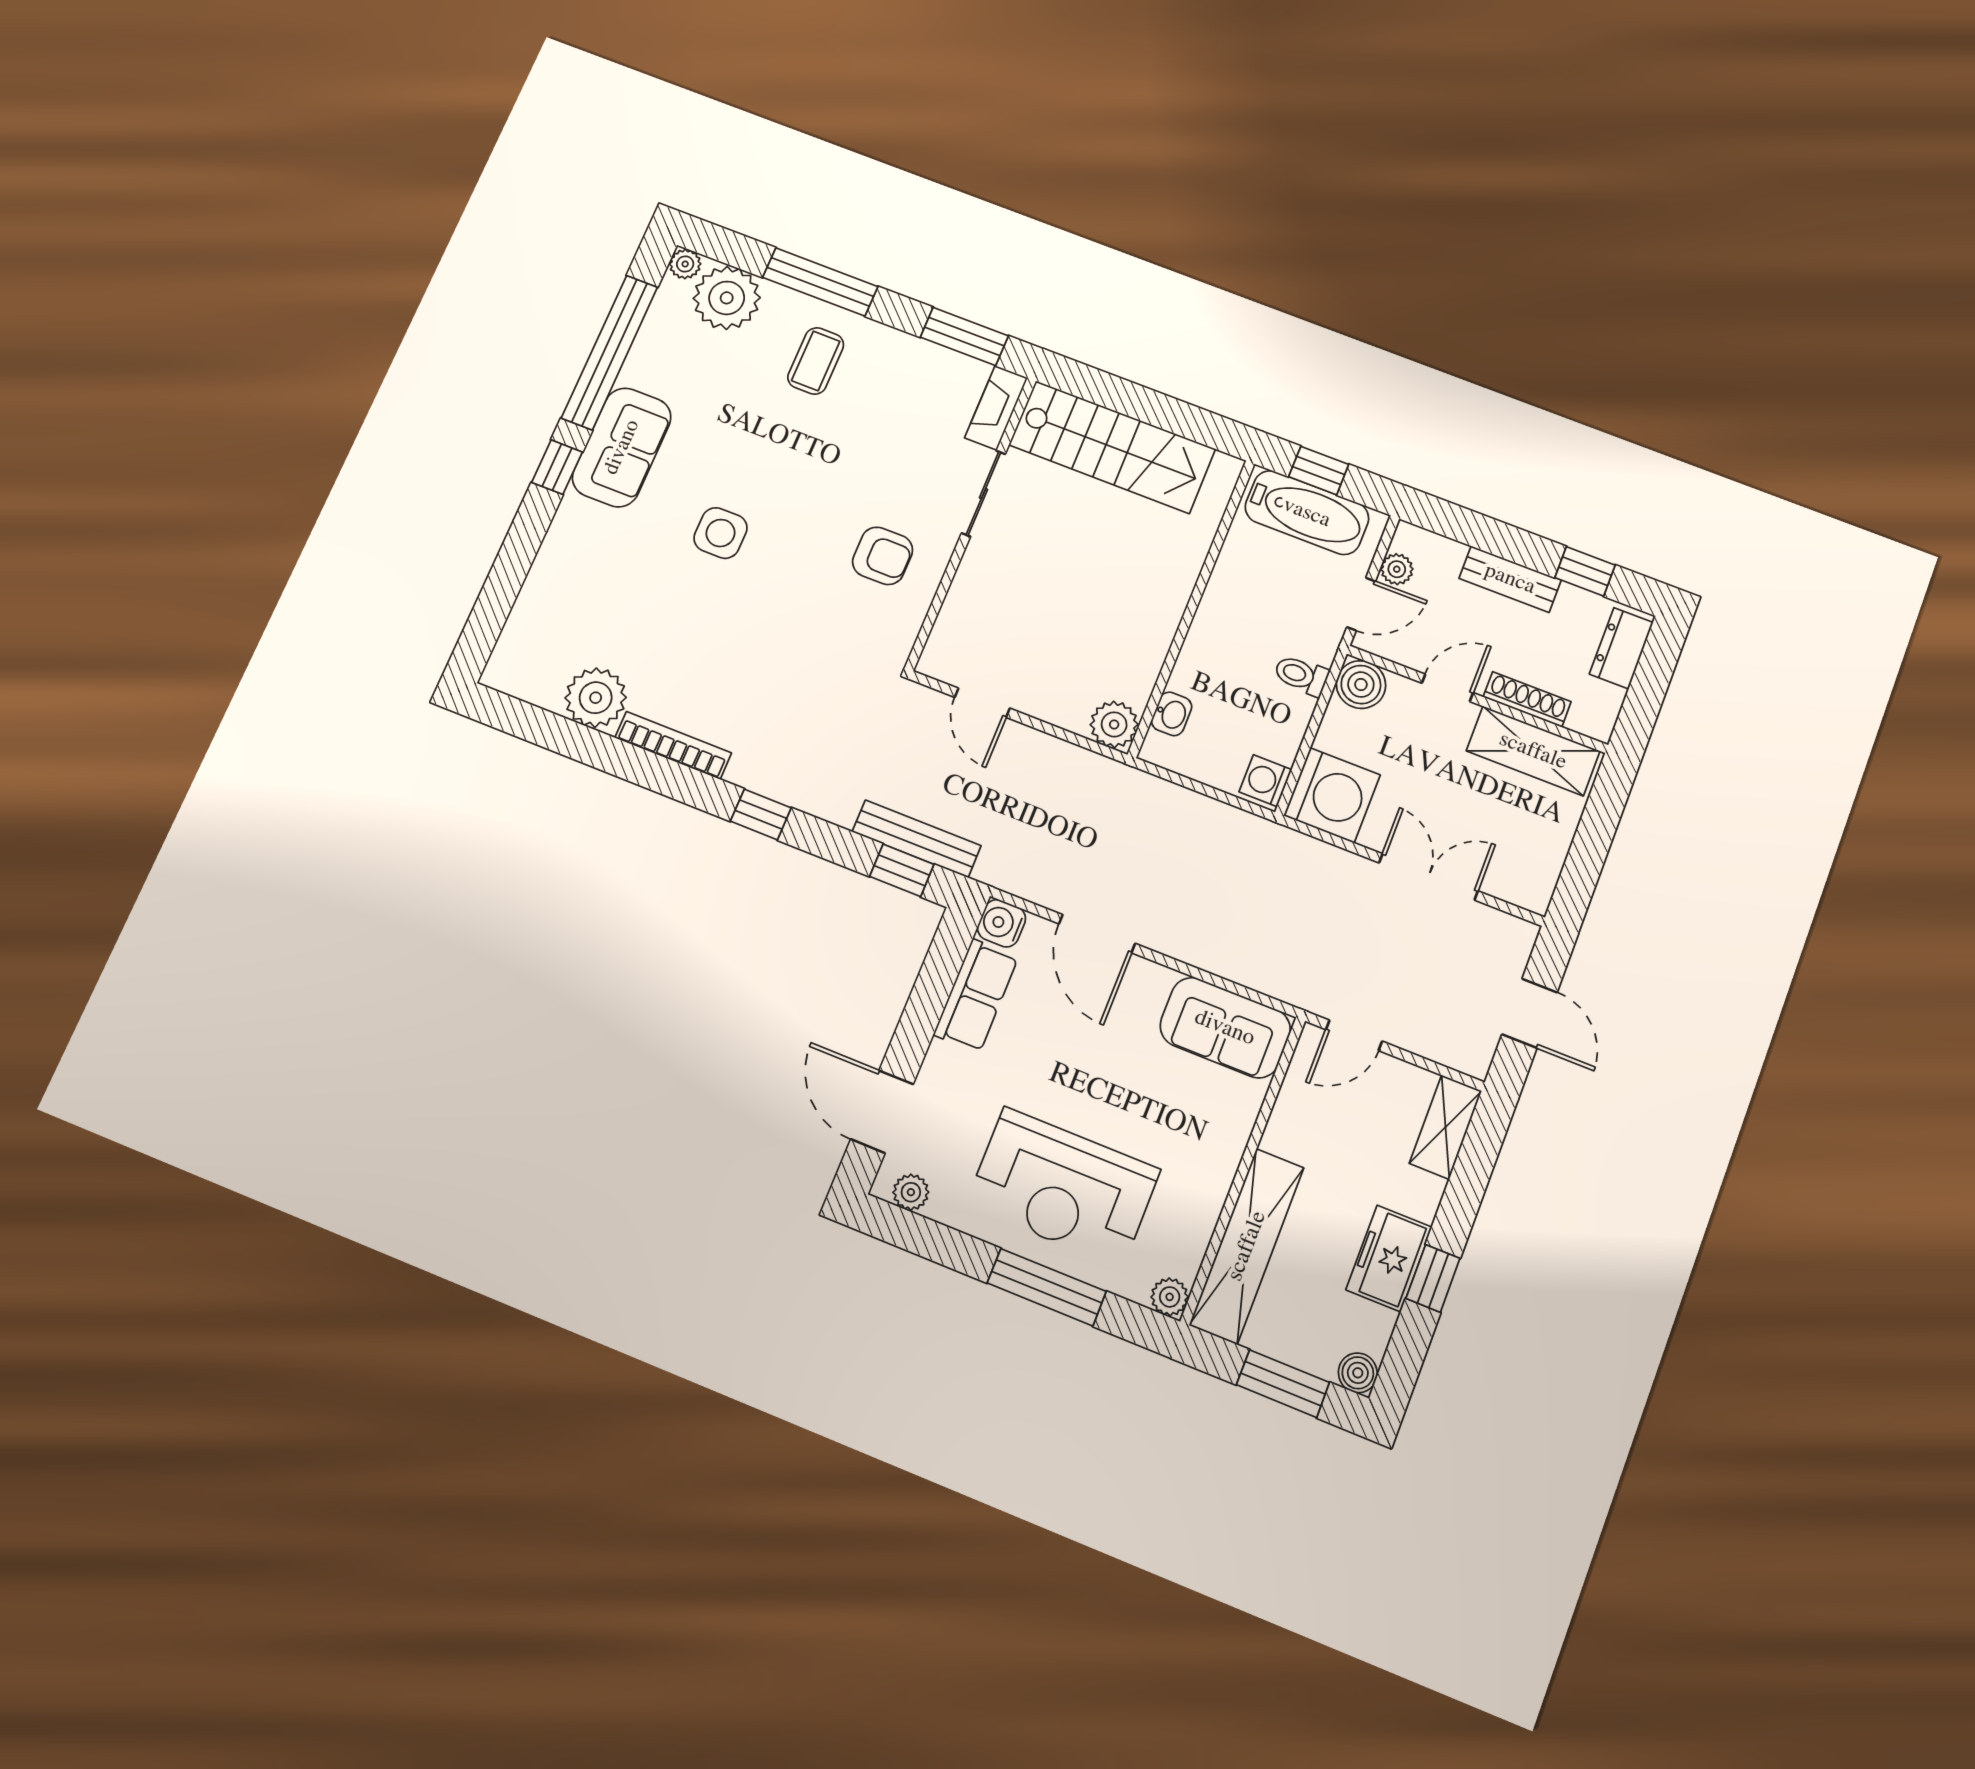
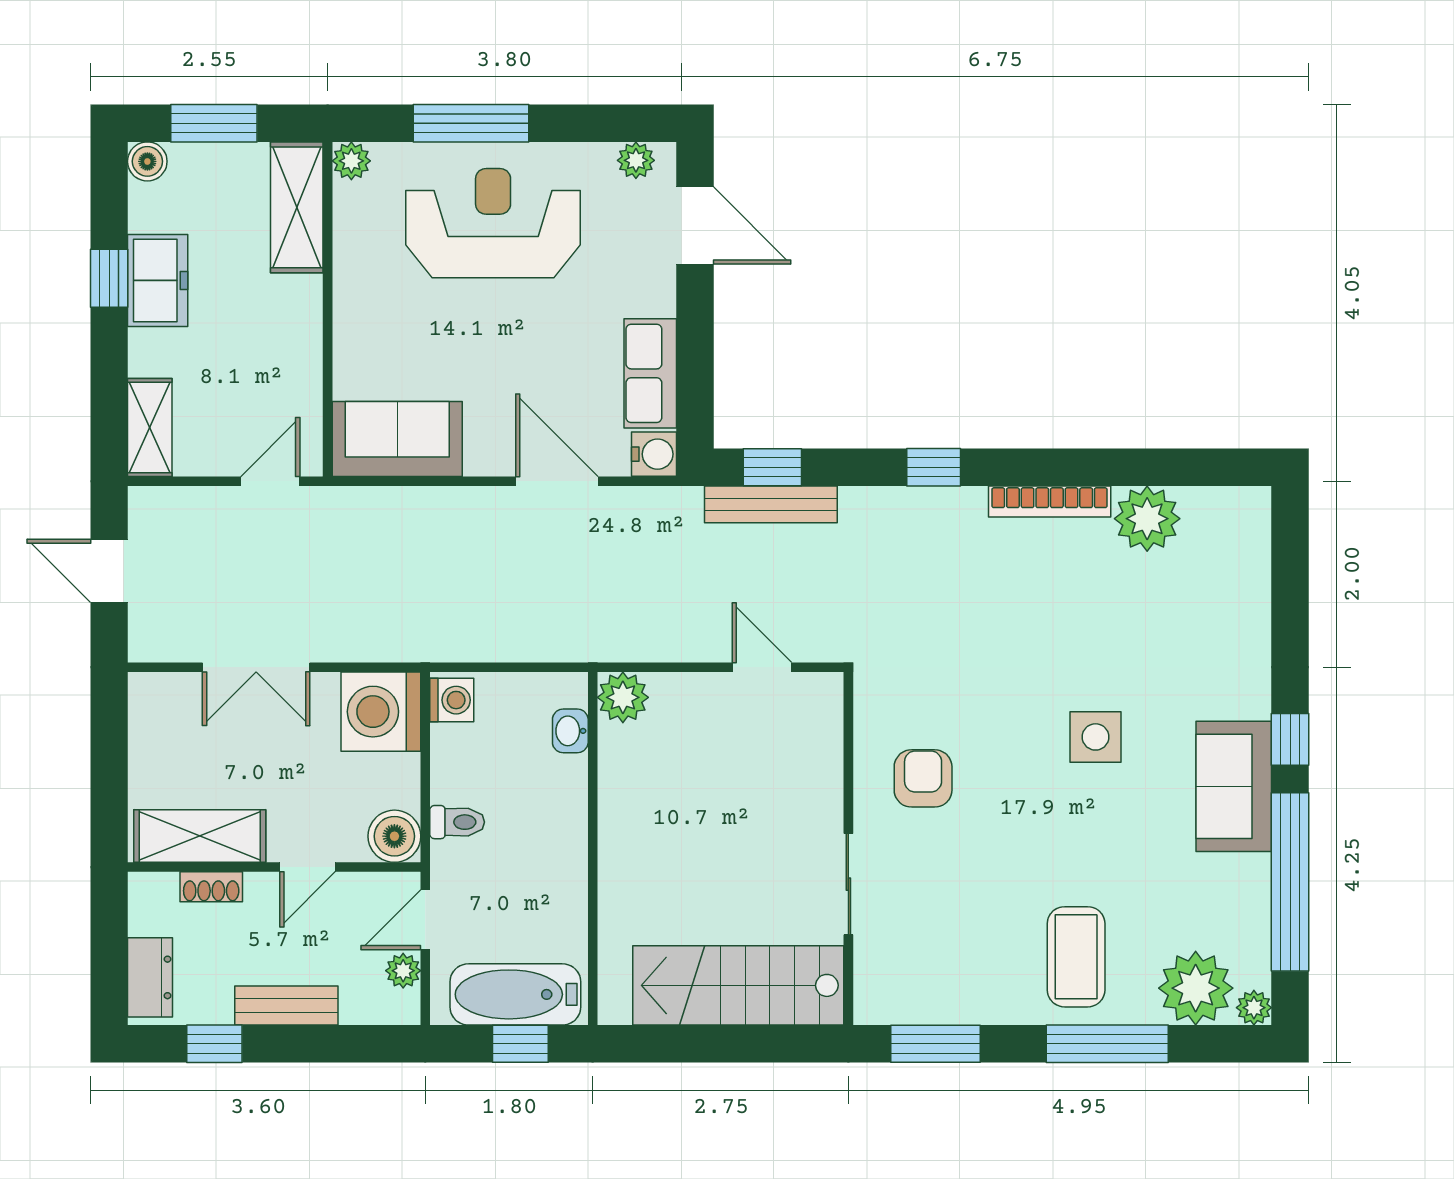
coffee table: (816, 361) -> (1076, 957), width x1.36, depth x1.30
fireplace: (996, 408) -> (872, 980), removed
armchair: (883, 556) -> (923, 778), turned 90
shoe rack: (1527, 699) -> (211, 887), width x0.70
shelving: (1247, 1246) -> (297, 207), width x0.68

